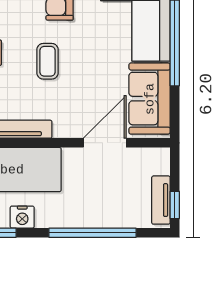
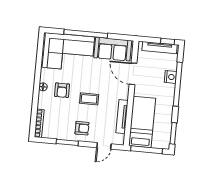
tv unit: (161, 200) -> (160, 48), width x1.41
nightstand: (22, 217) -> (170, 77), moved

